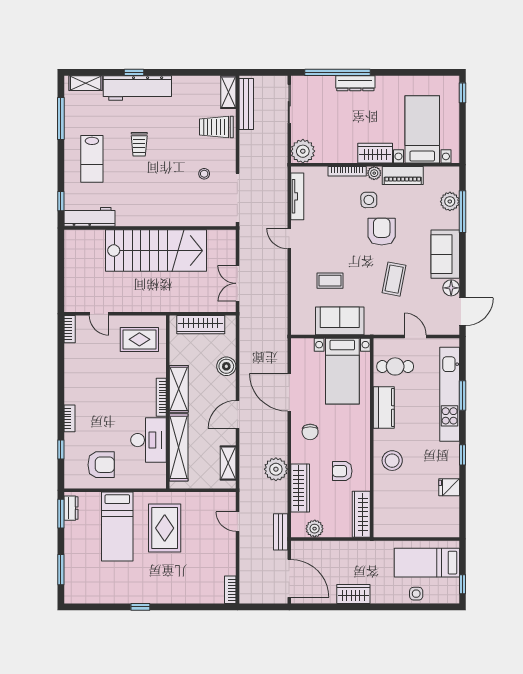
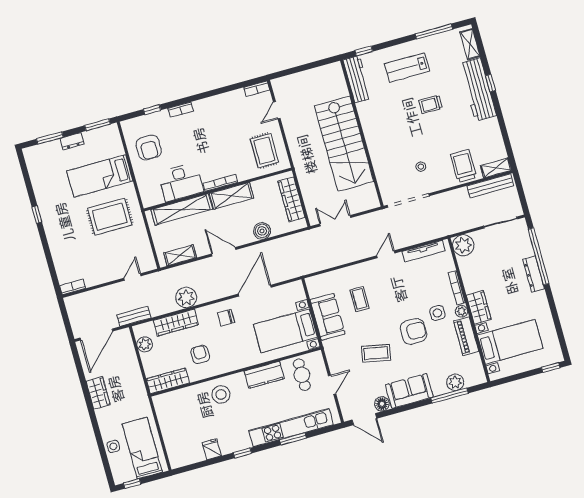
dresser: (71, 508) -> (72, 141), moved

